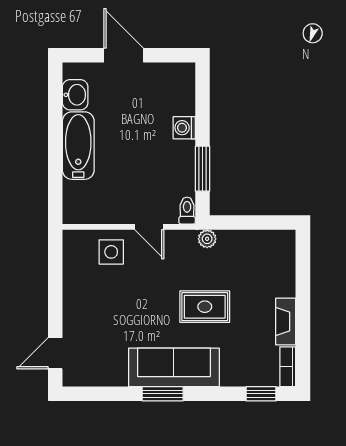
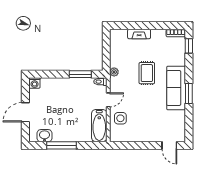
washing machine: (184, 128) -> (35, 83), moved
window: (55, 130) -> (61, 145), added
bathtub: (78, 146) -> (99, 126), moved, turned -90
fireplace: (286, 322) -> (139, 34), moved

